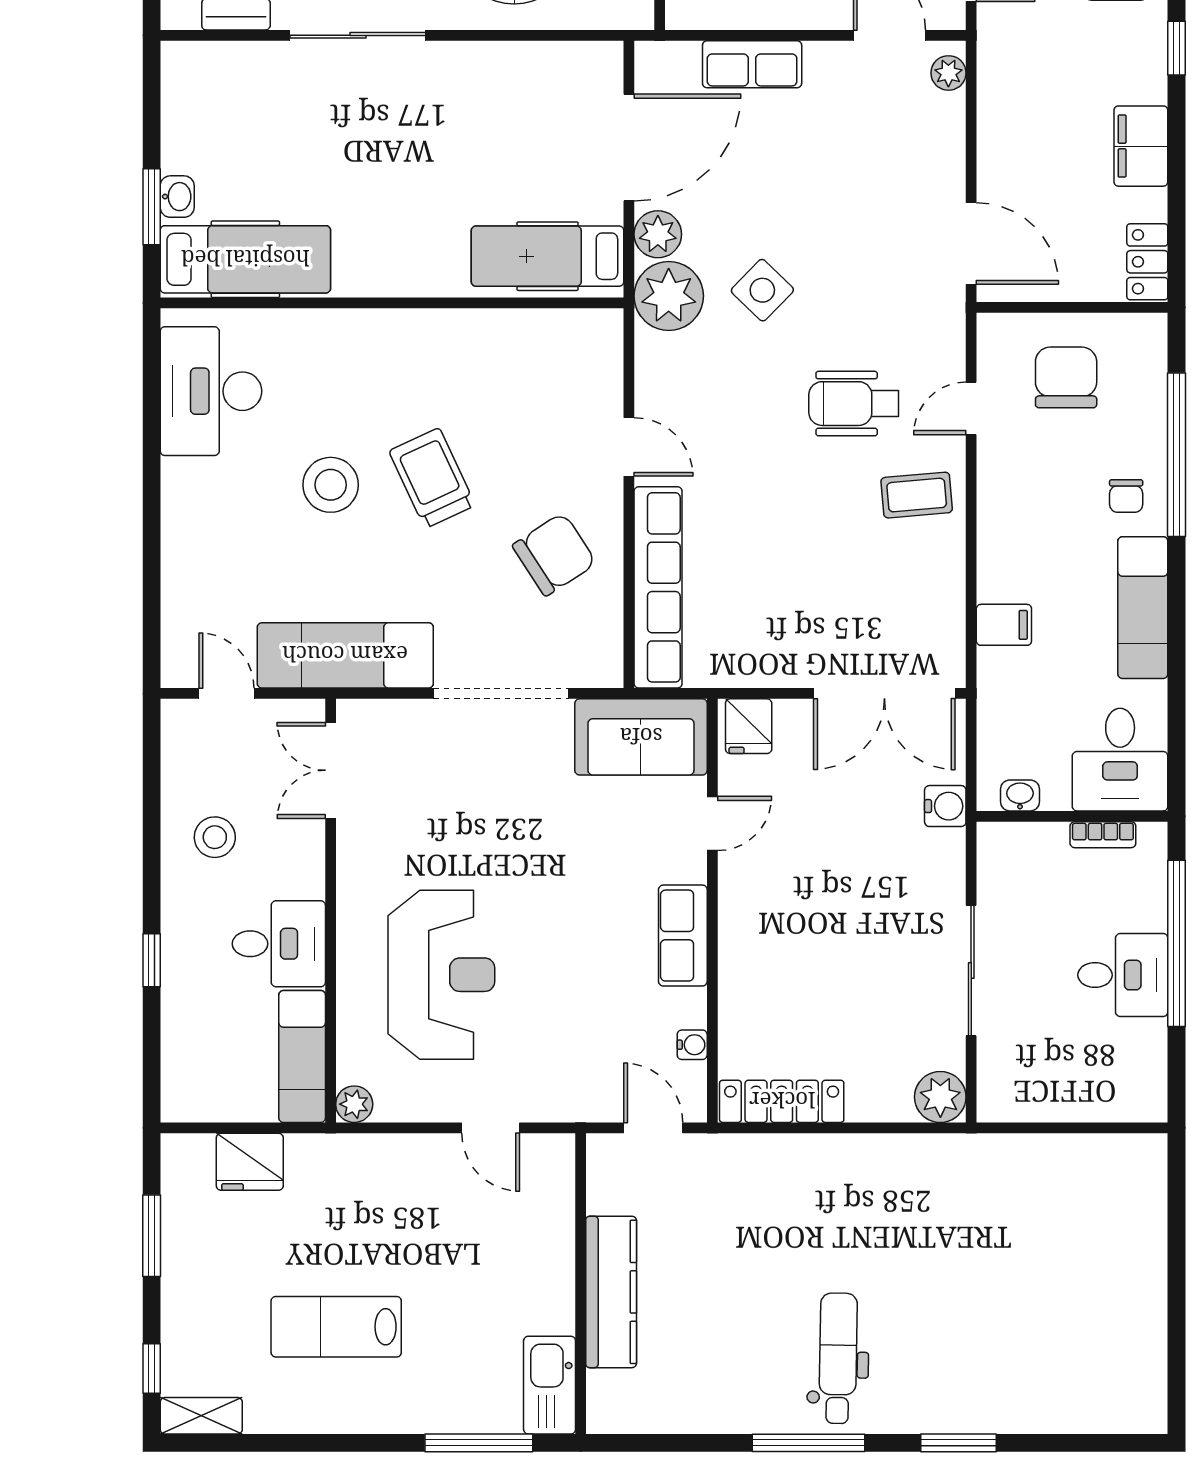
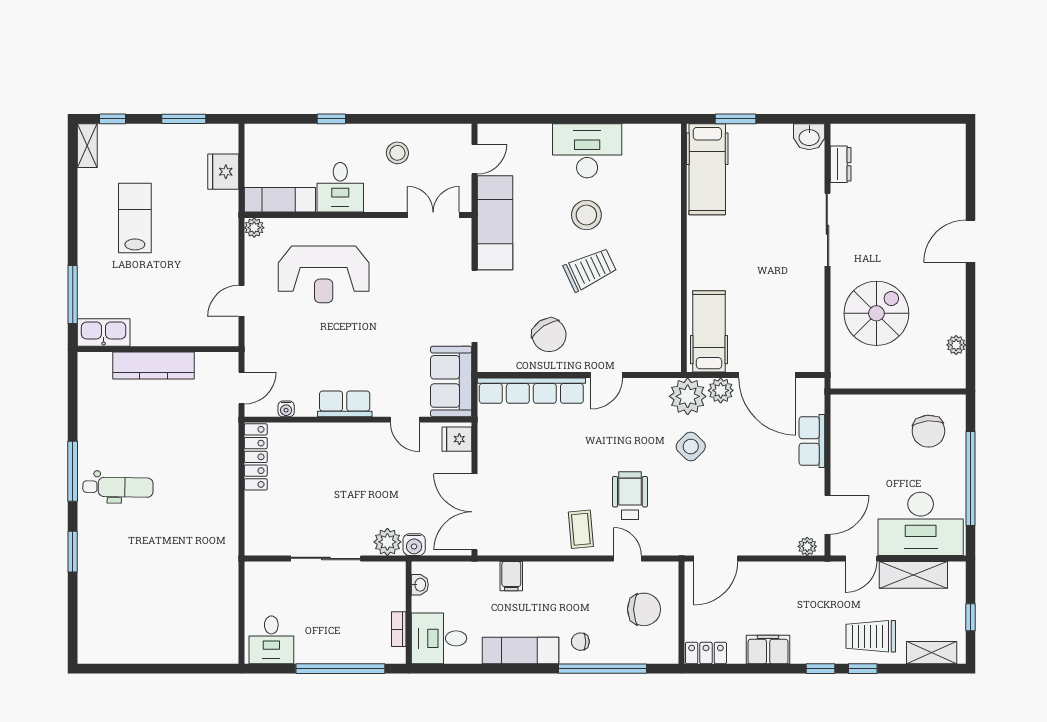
washbasin: (177, 197) -> (809, 137), moved, width x1.38, depth x1.45
desk: (211, 391) -> (587, 151), moved
desk: (1123, 975) -> (271, 640), moved
plant: (940, 1097) -> (387, 542), moved

